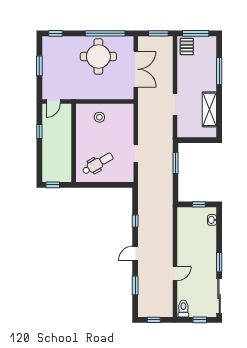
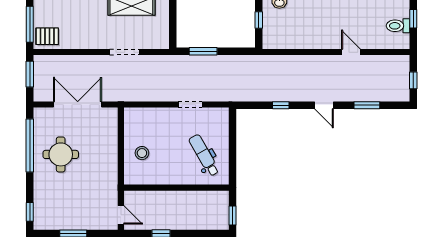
round table: (98, 57) -> (61, 154), width x0.73, depth x0.73
toilet: (183, 309) -> (398, 26), moved

